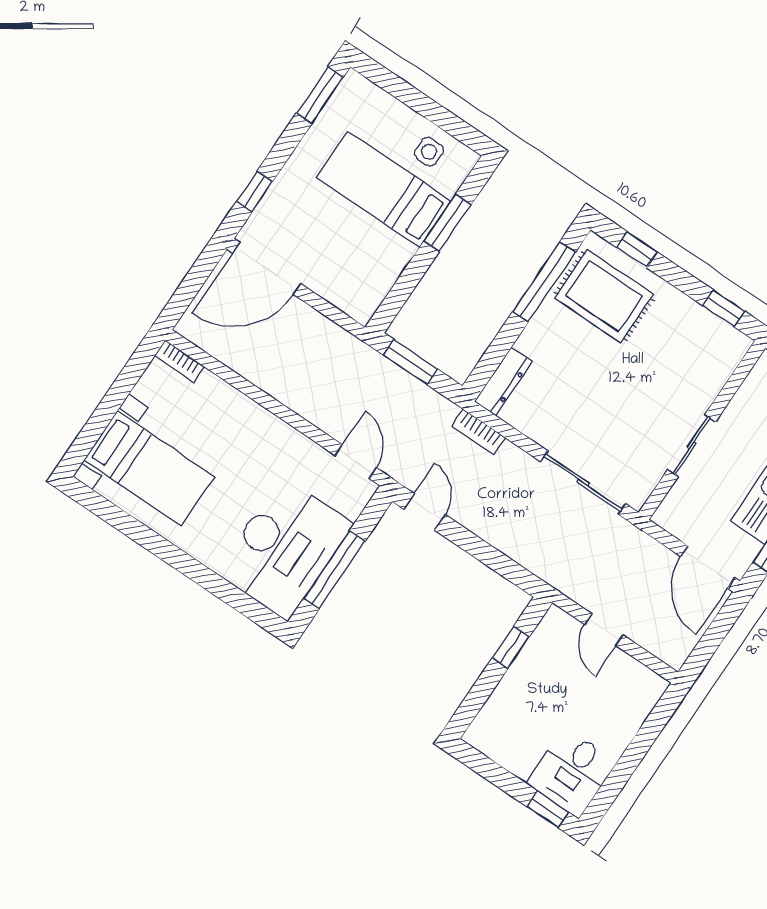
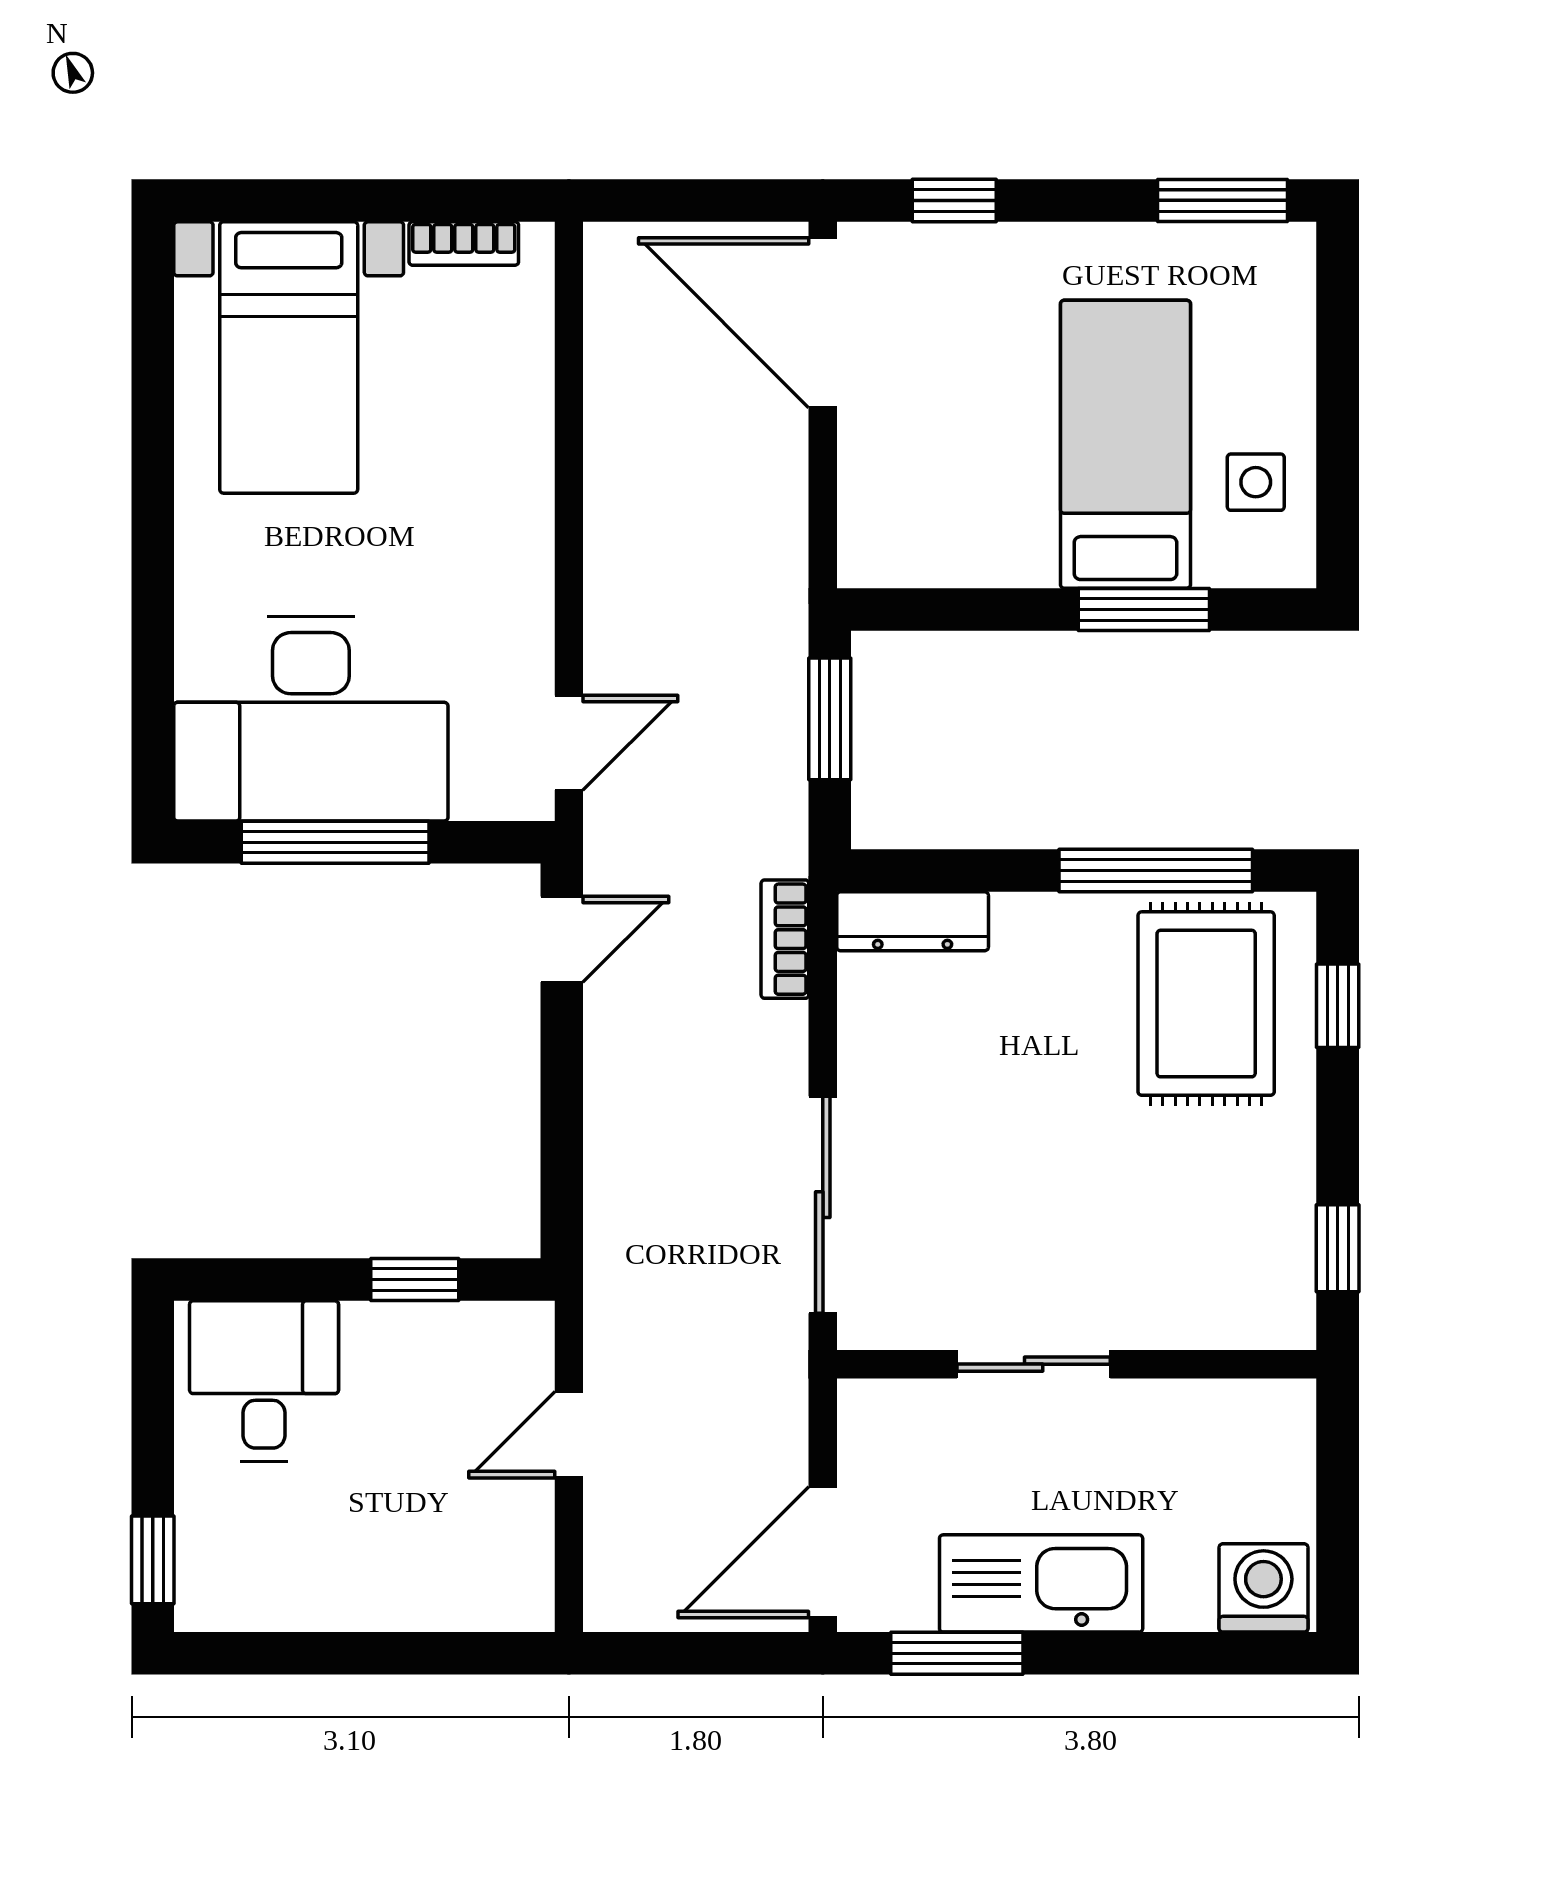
bookcase: (179, 361) -> (464, 244), moved, turned -90
desk: (572, 773) -> (264, 1381), moved, turned 90

